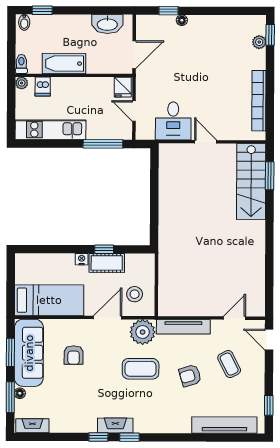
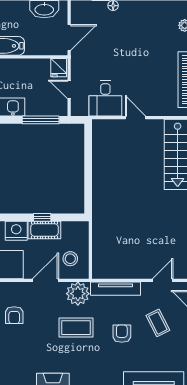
nightstand: (82, 259) -> (16, 231), width x1.89, depth x1.79
armchair: (190, 376) -> (122, 334), turned 107

